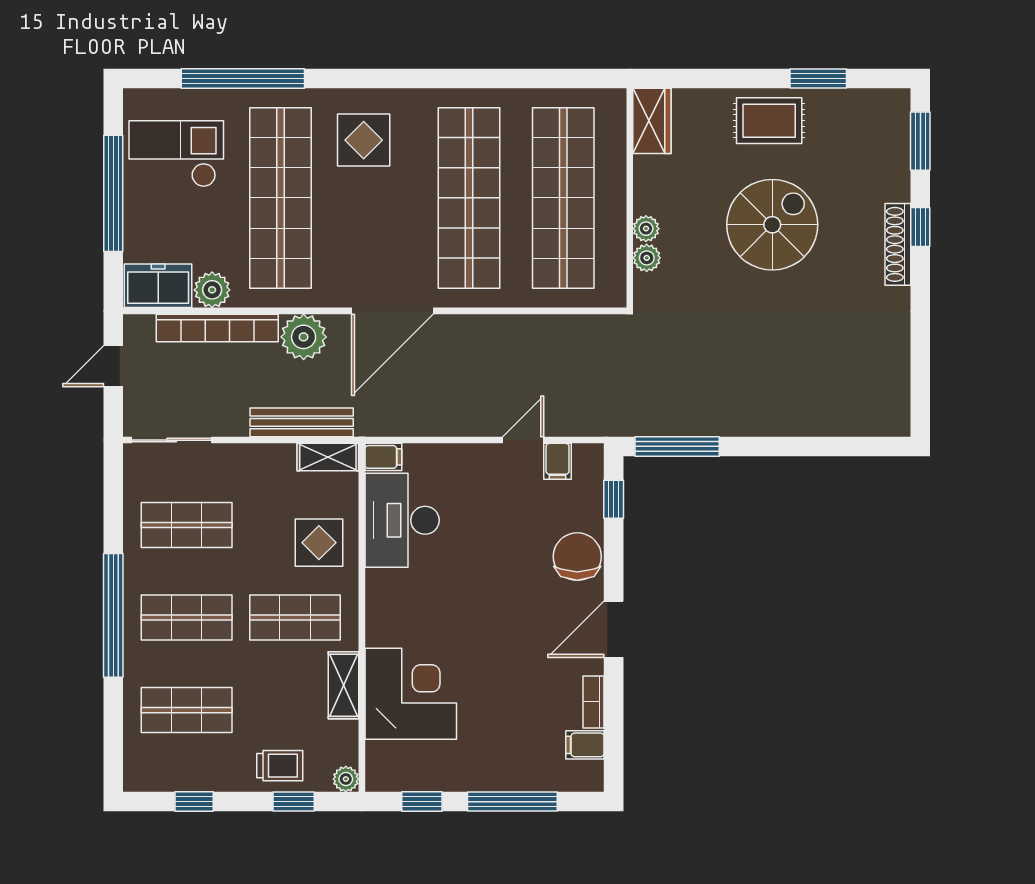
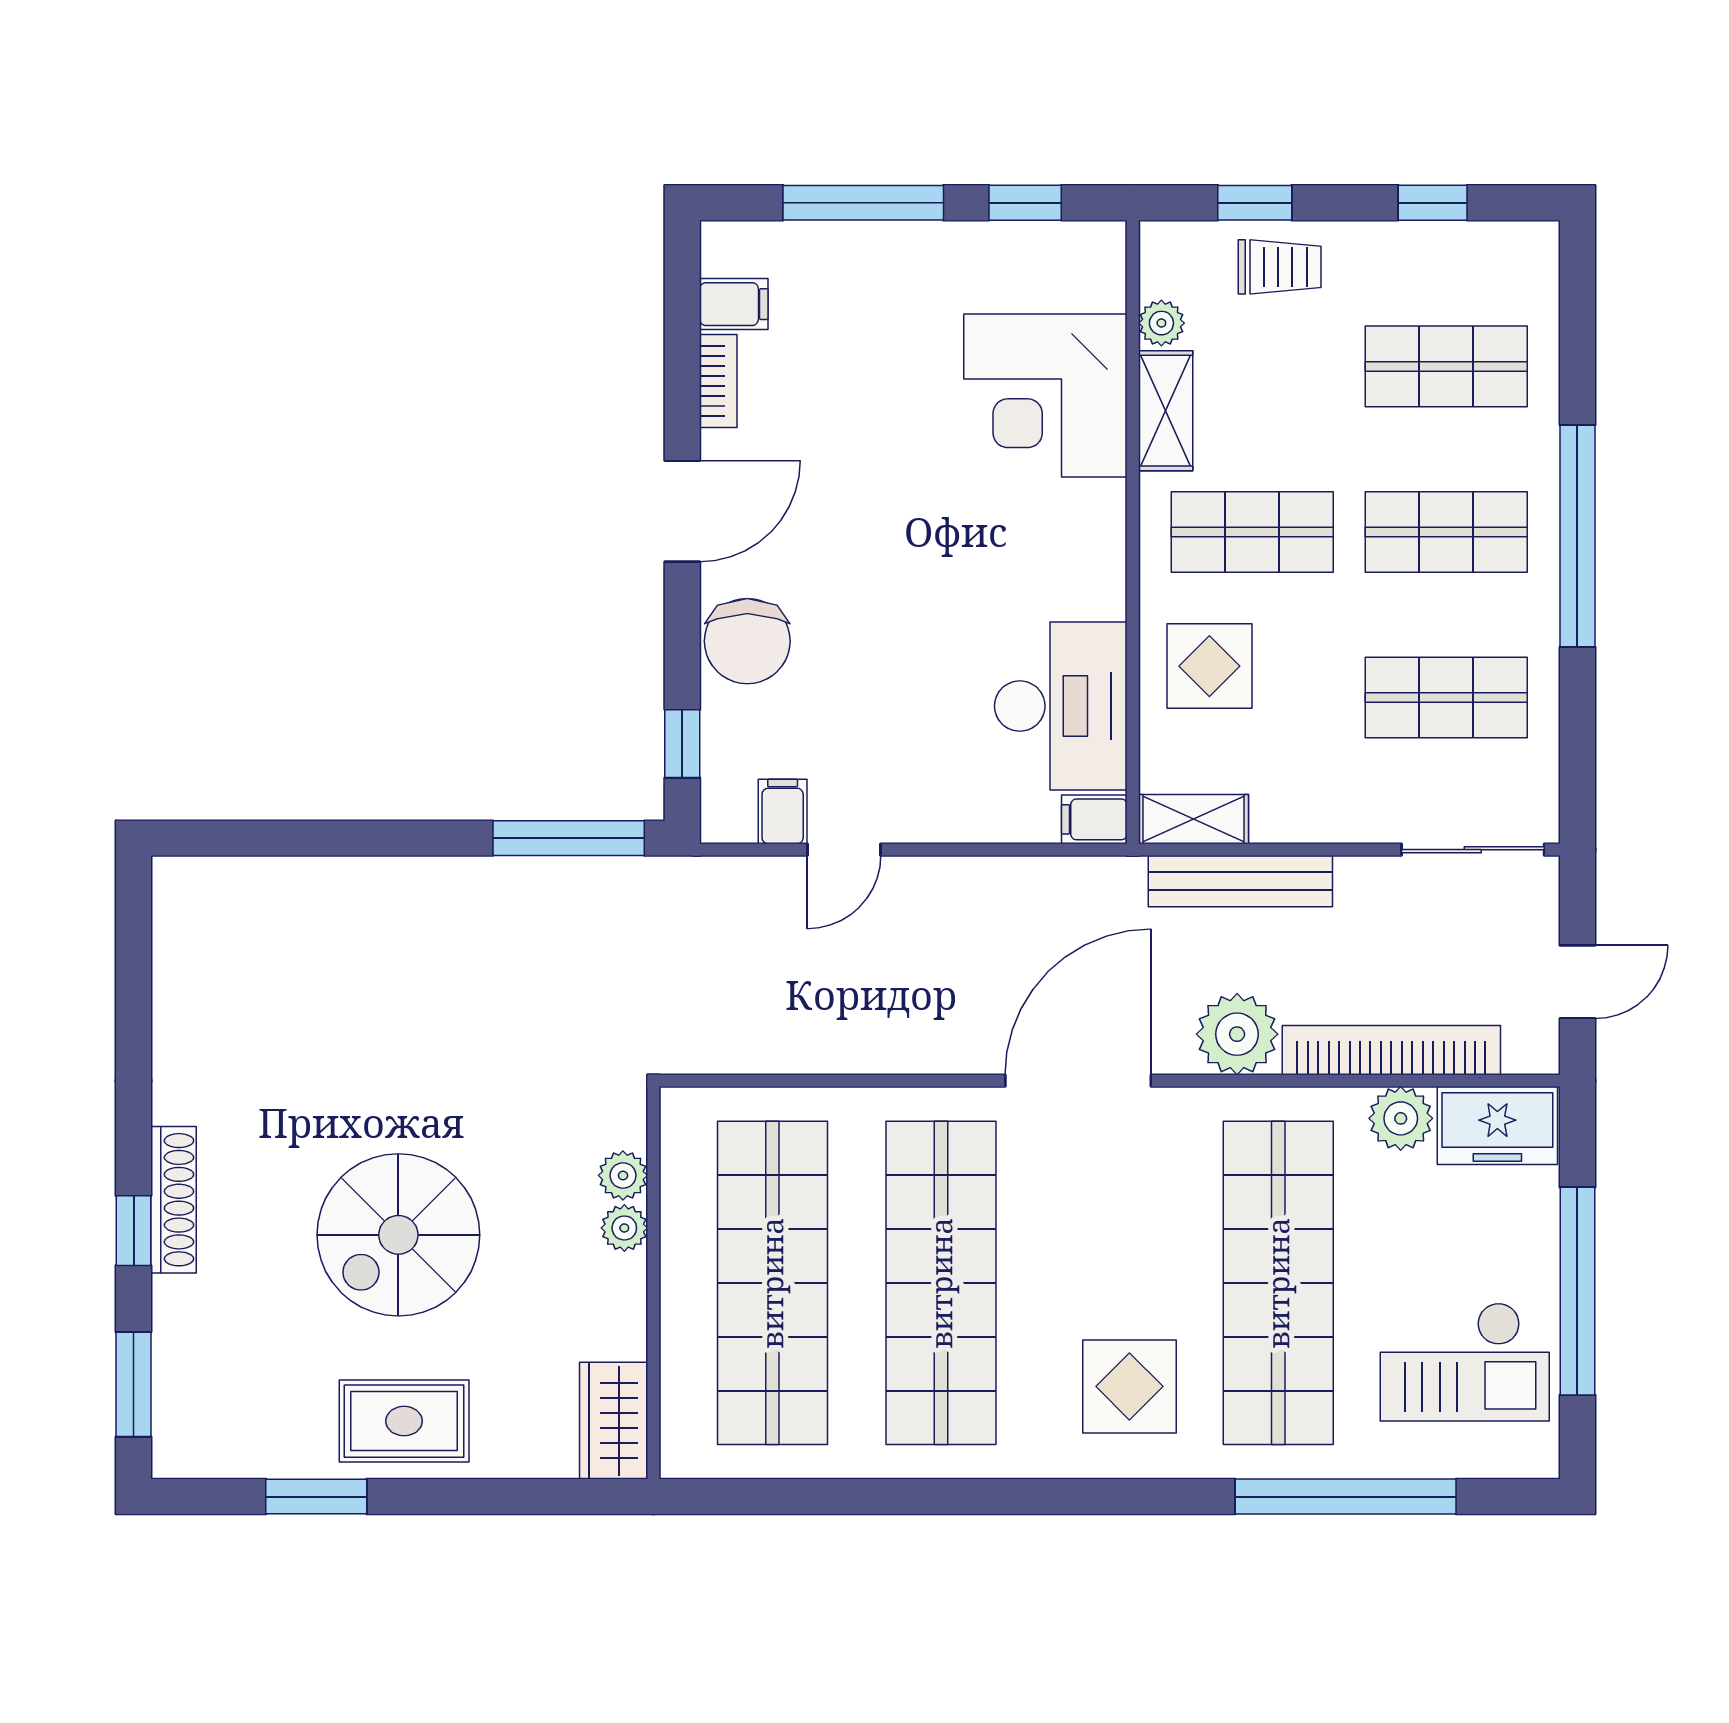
trolley: (280, 766) -> (1280, 267), turned 180
plant: (346, 779) -> (1161, 323), moved

